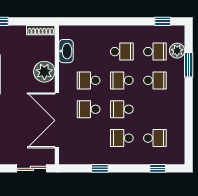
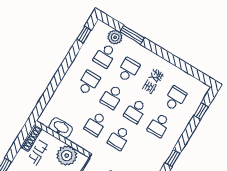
school desk: (155, 52) -> (105, 56), turned 180

